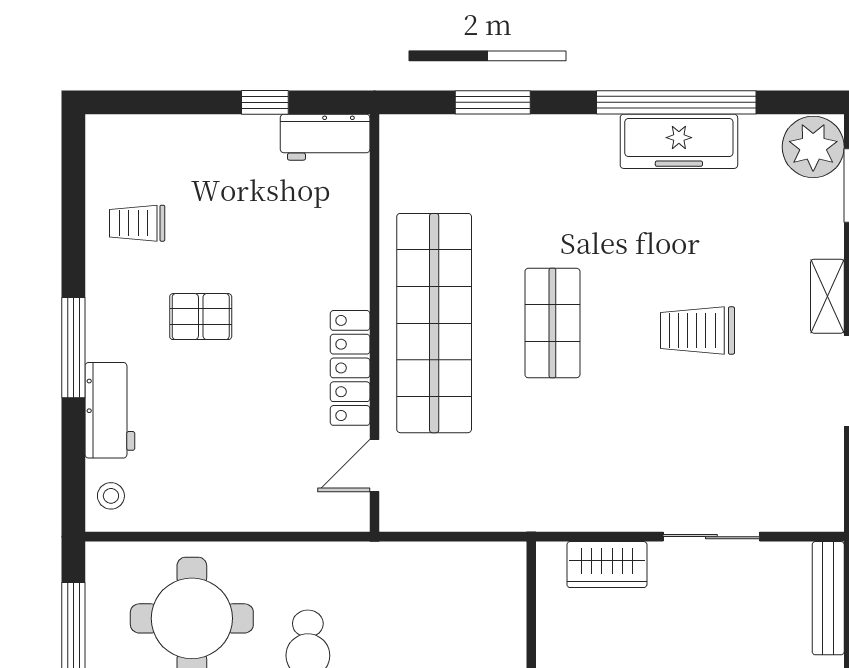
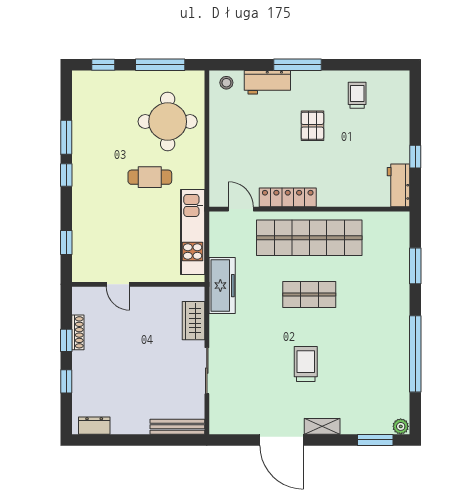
freezer: (679, 141) -> (222, 286), moved, turned 180
plant: (813, 147) -> (401, 426), width x0.53, depth x0.53
kitchen unit: (422, 566) -> (193, 232), added

